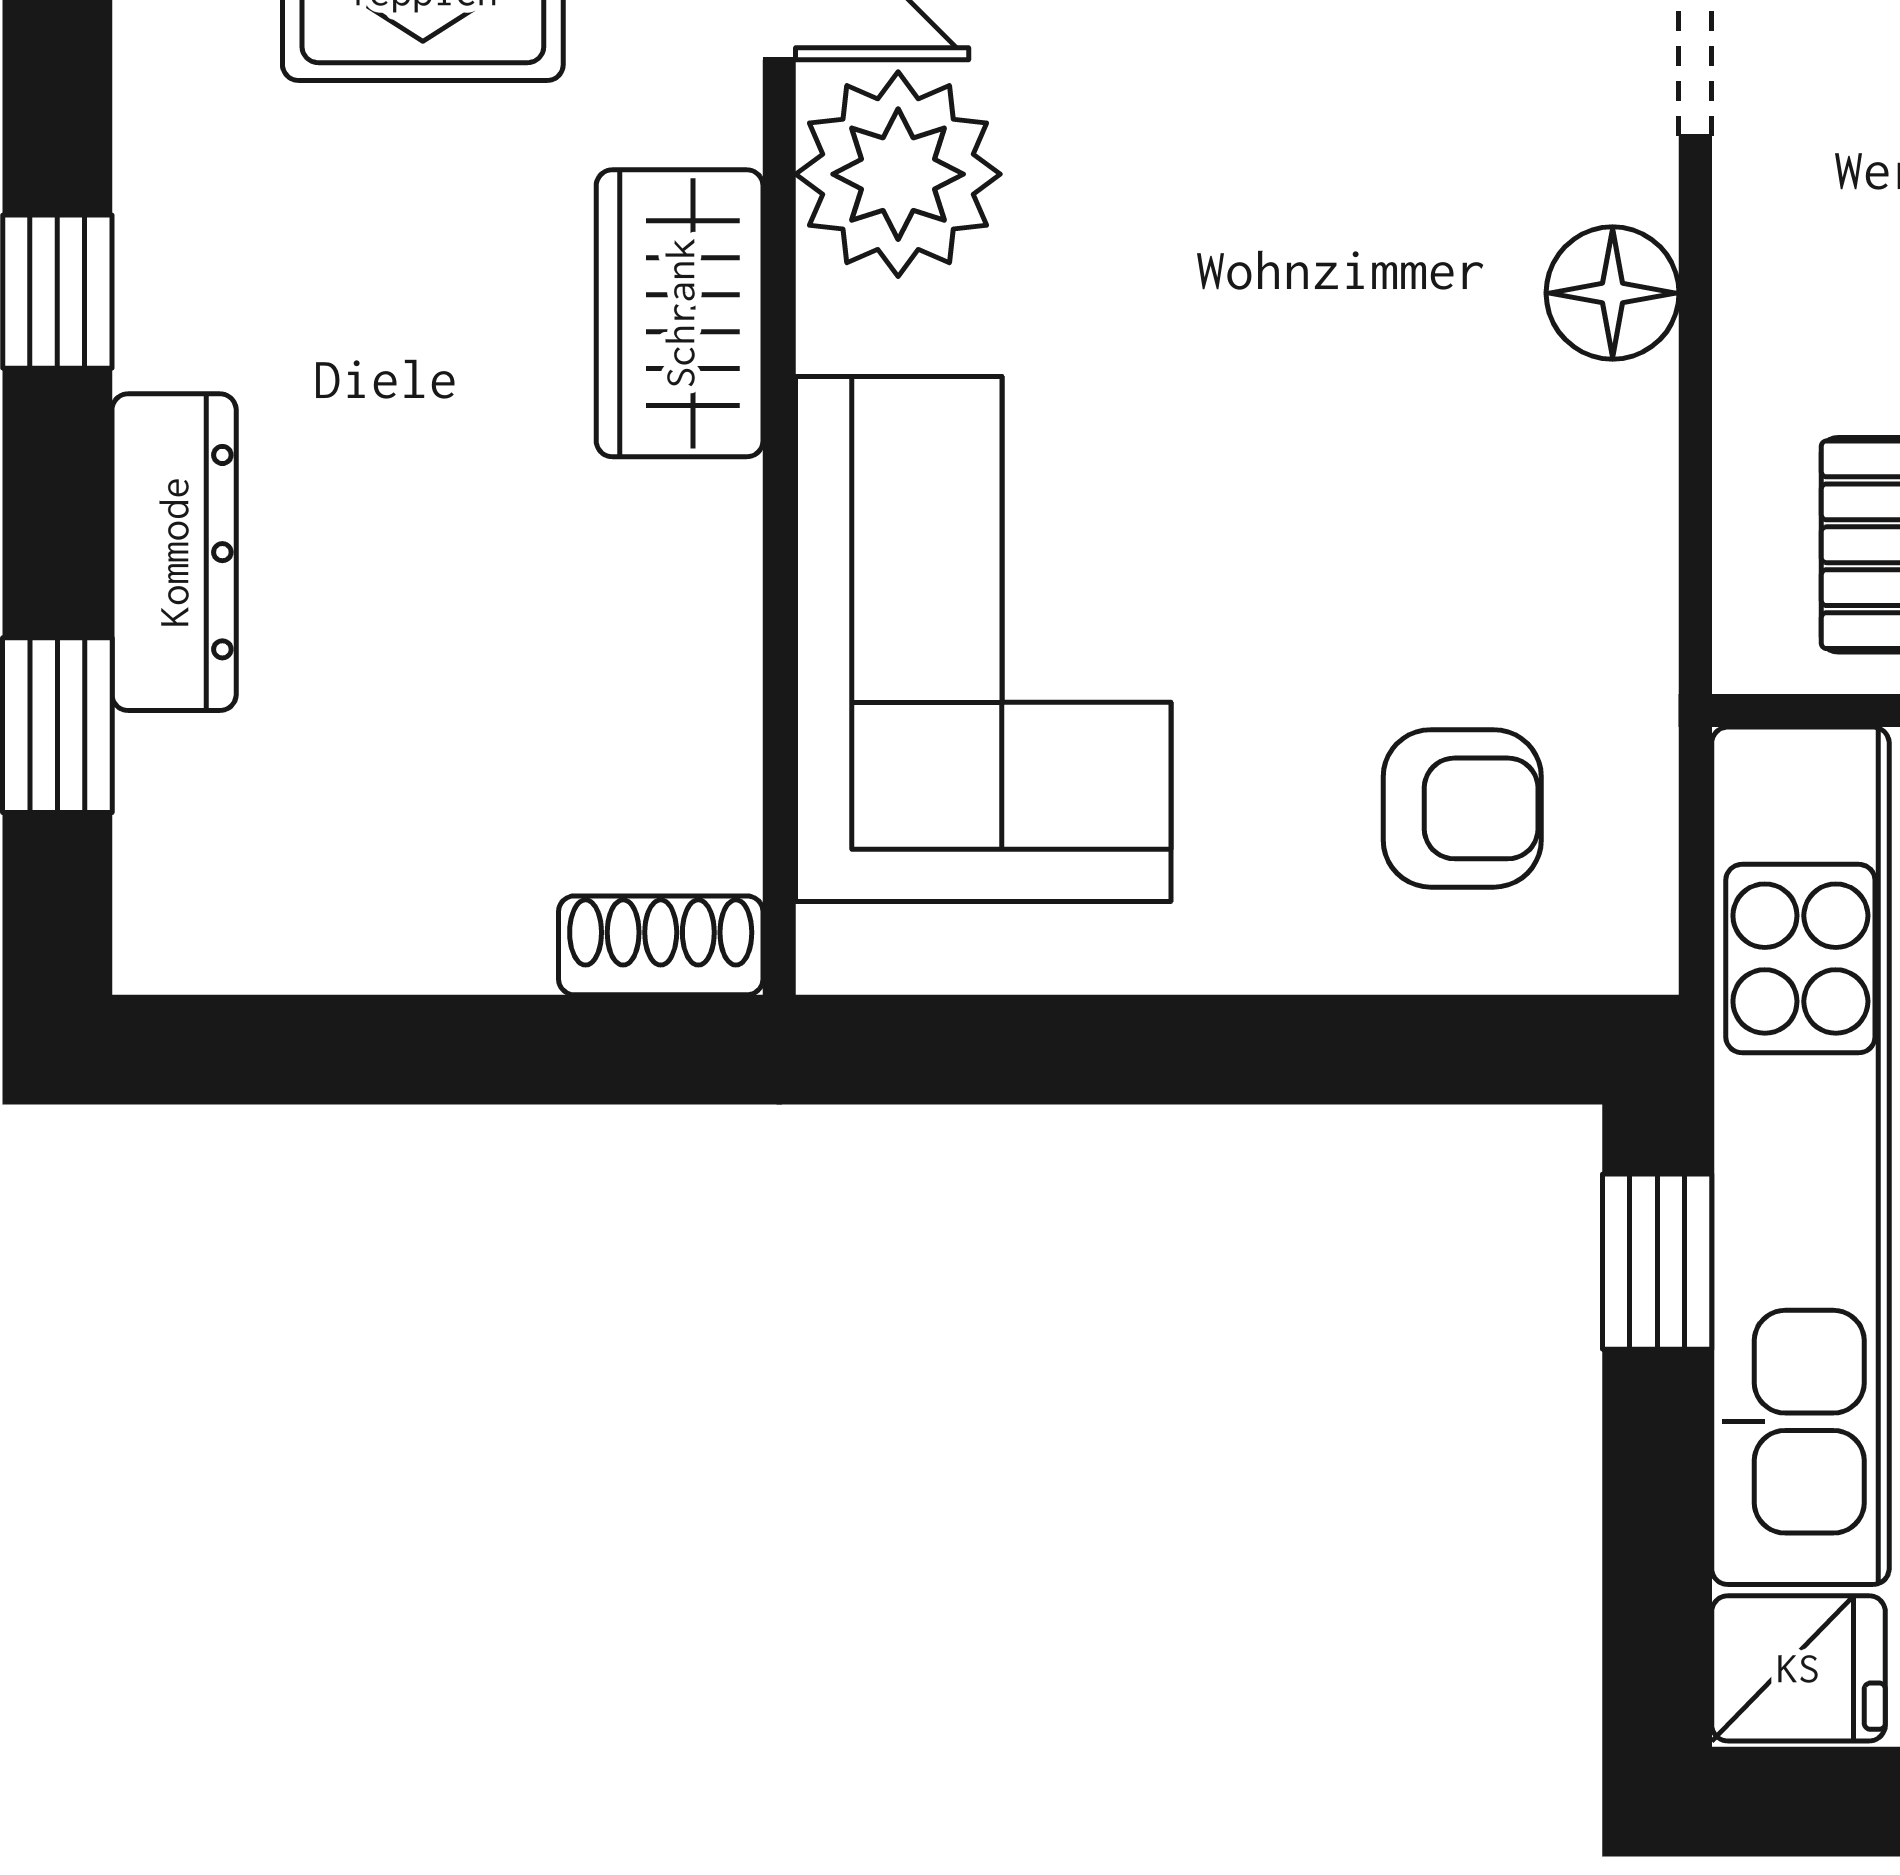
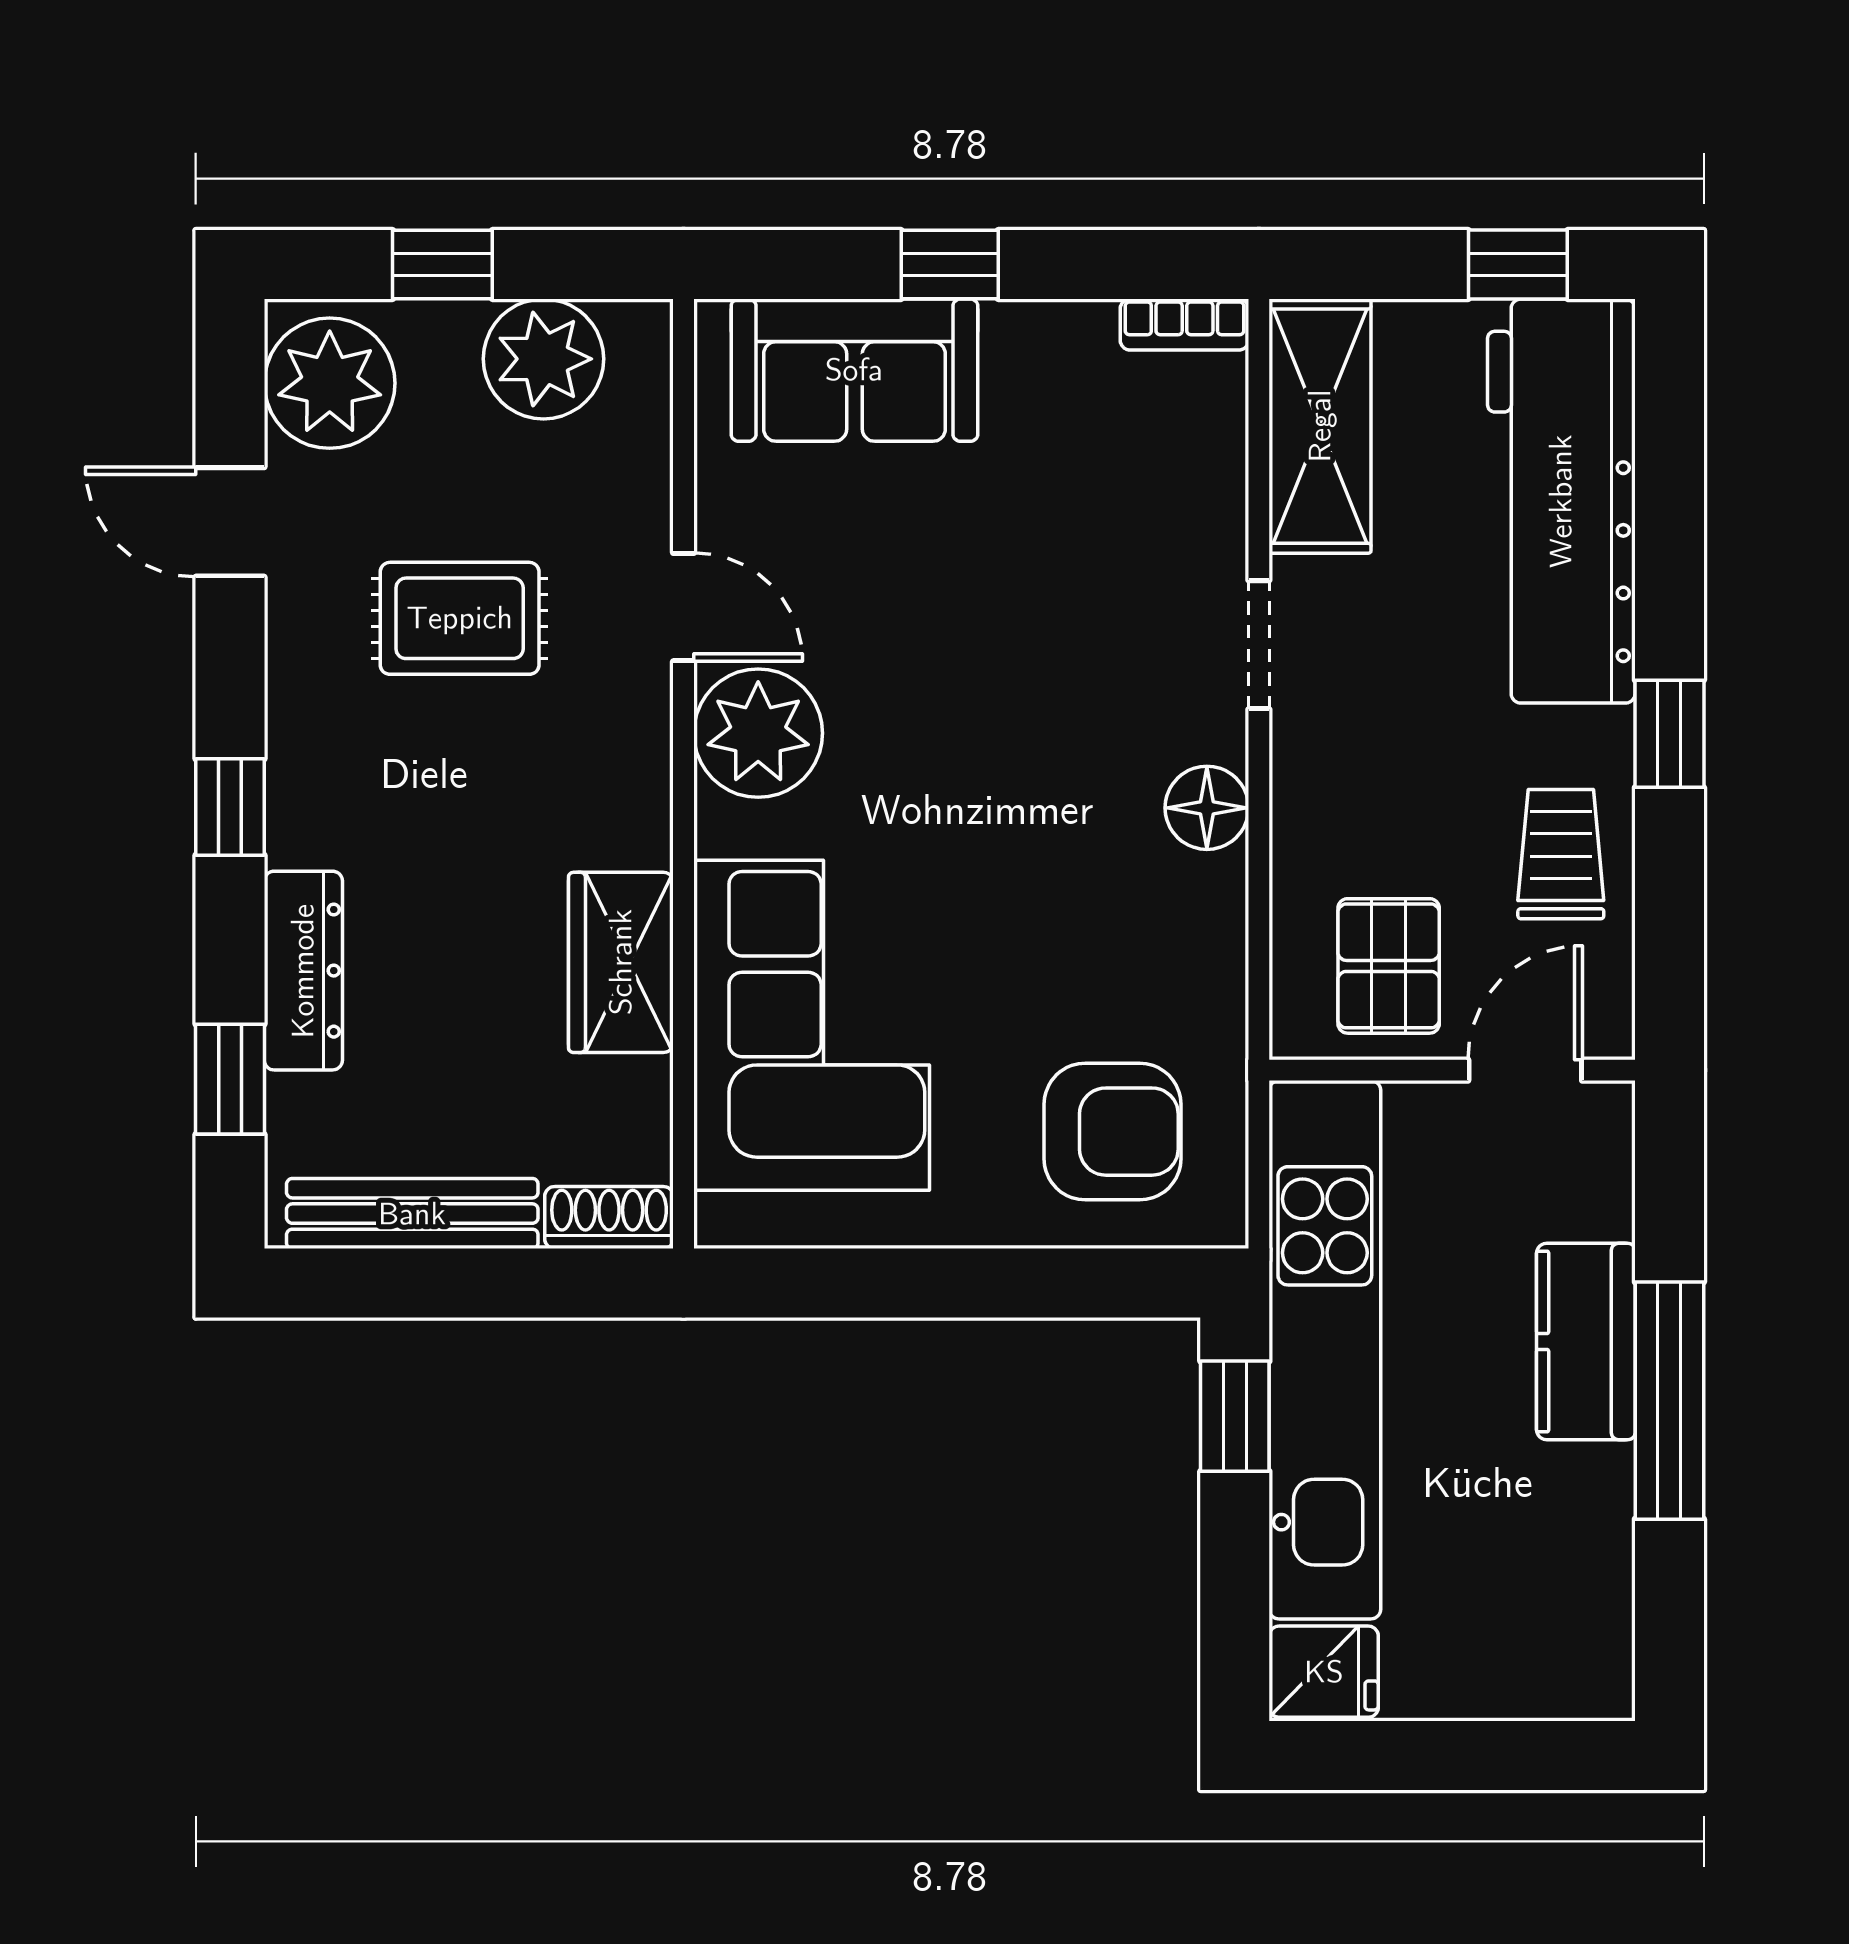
wardrobe: (680, 313) -> (621, 962), moved
armchair: (1462, 808) -> (1112, 1132), width x1.38, depth x1.38
bench: (348, 939) -> (412, 1214), added

